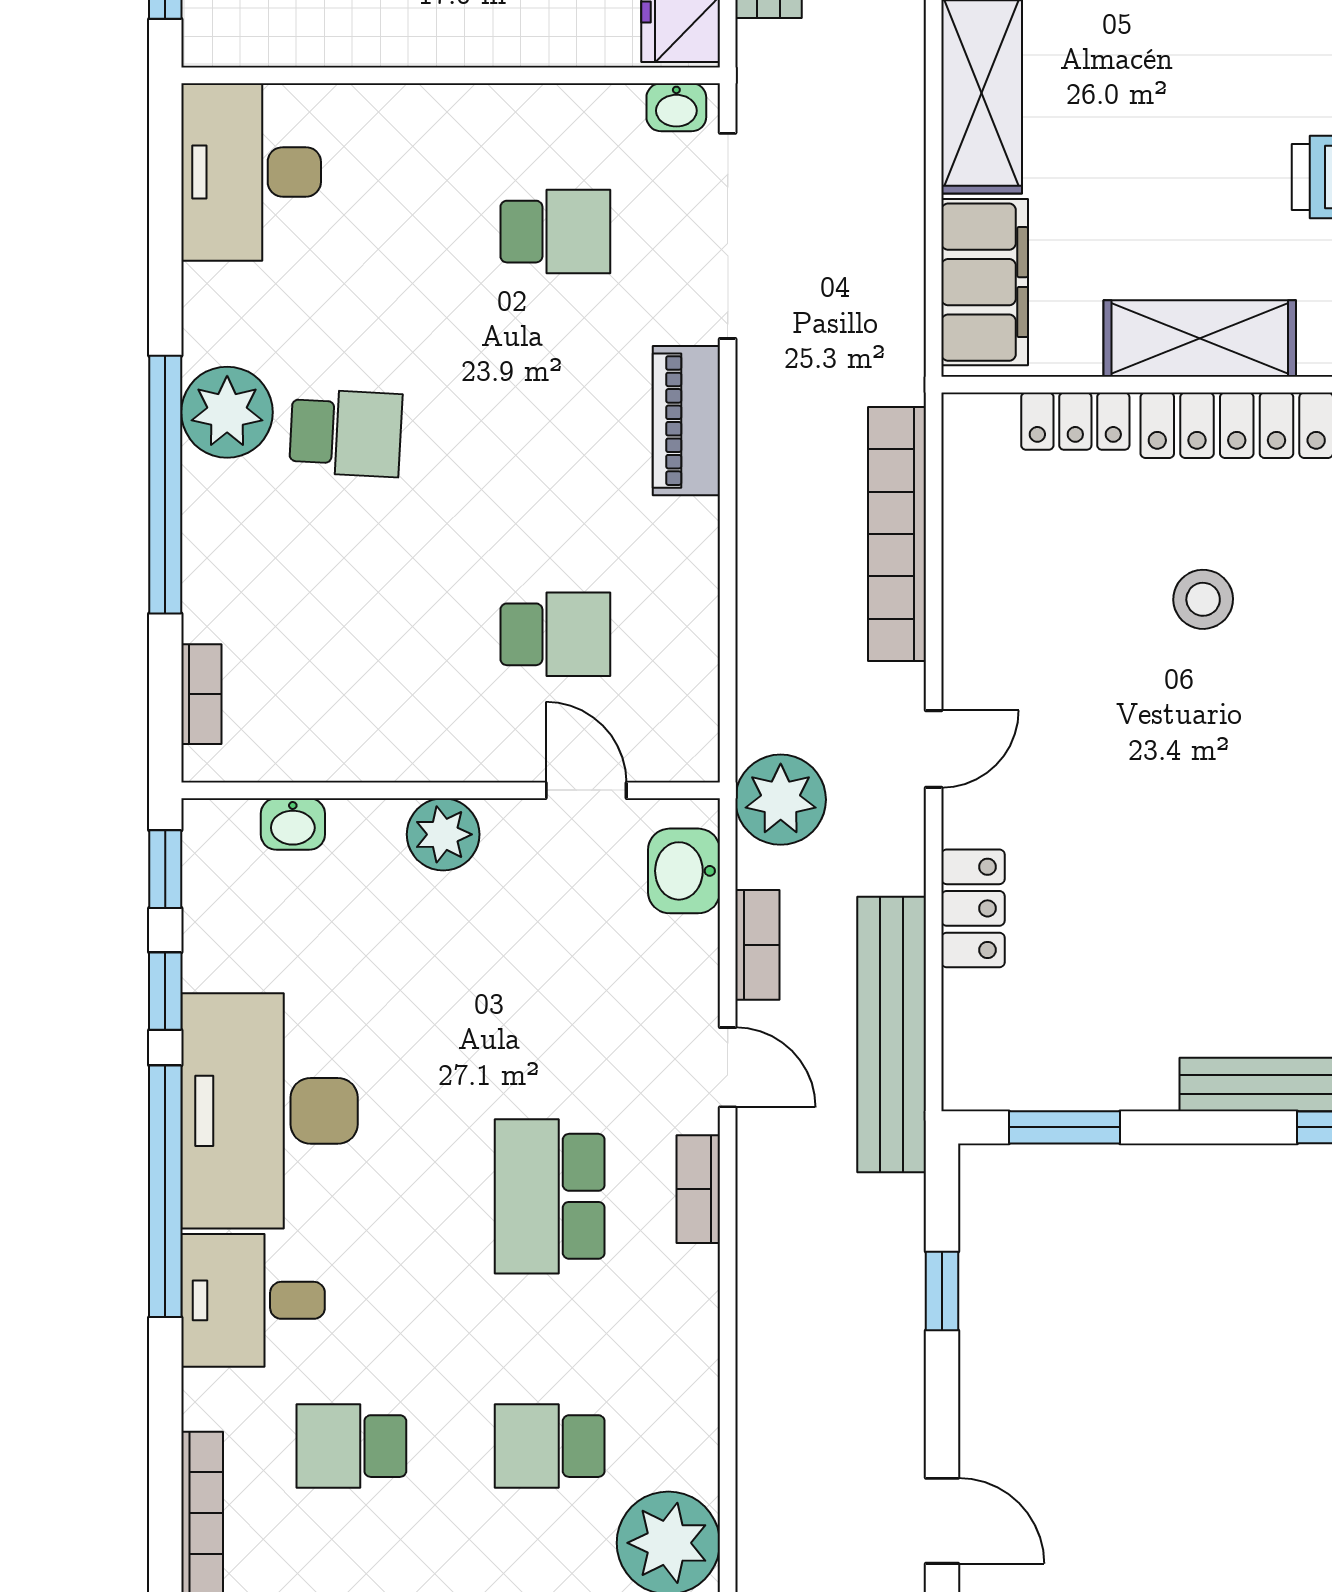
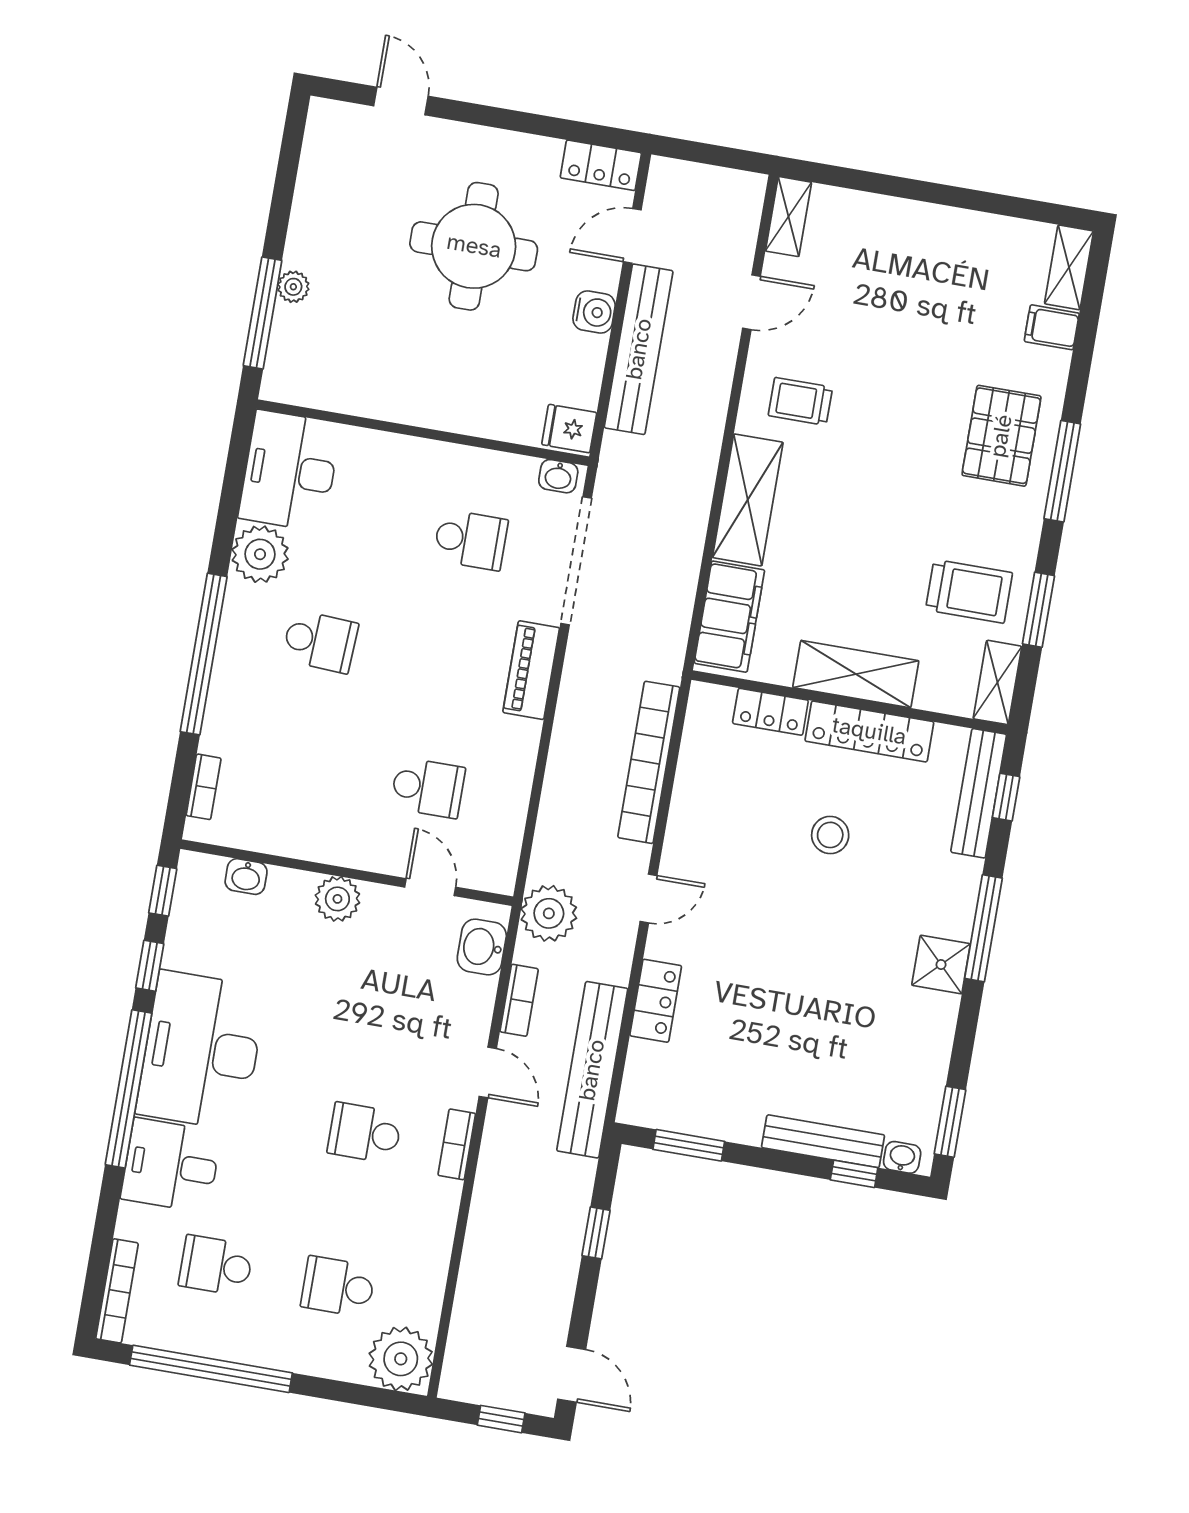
plant: (227, 412) -> (260, 554), moved
school desk: (550, 1196) -> (365, 1133), width x0.54

